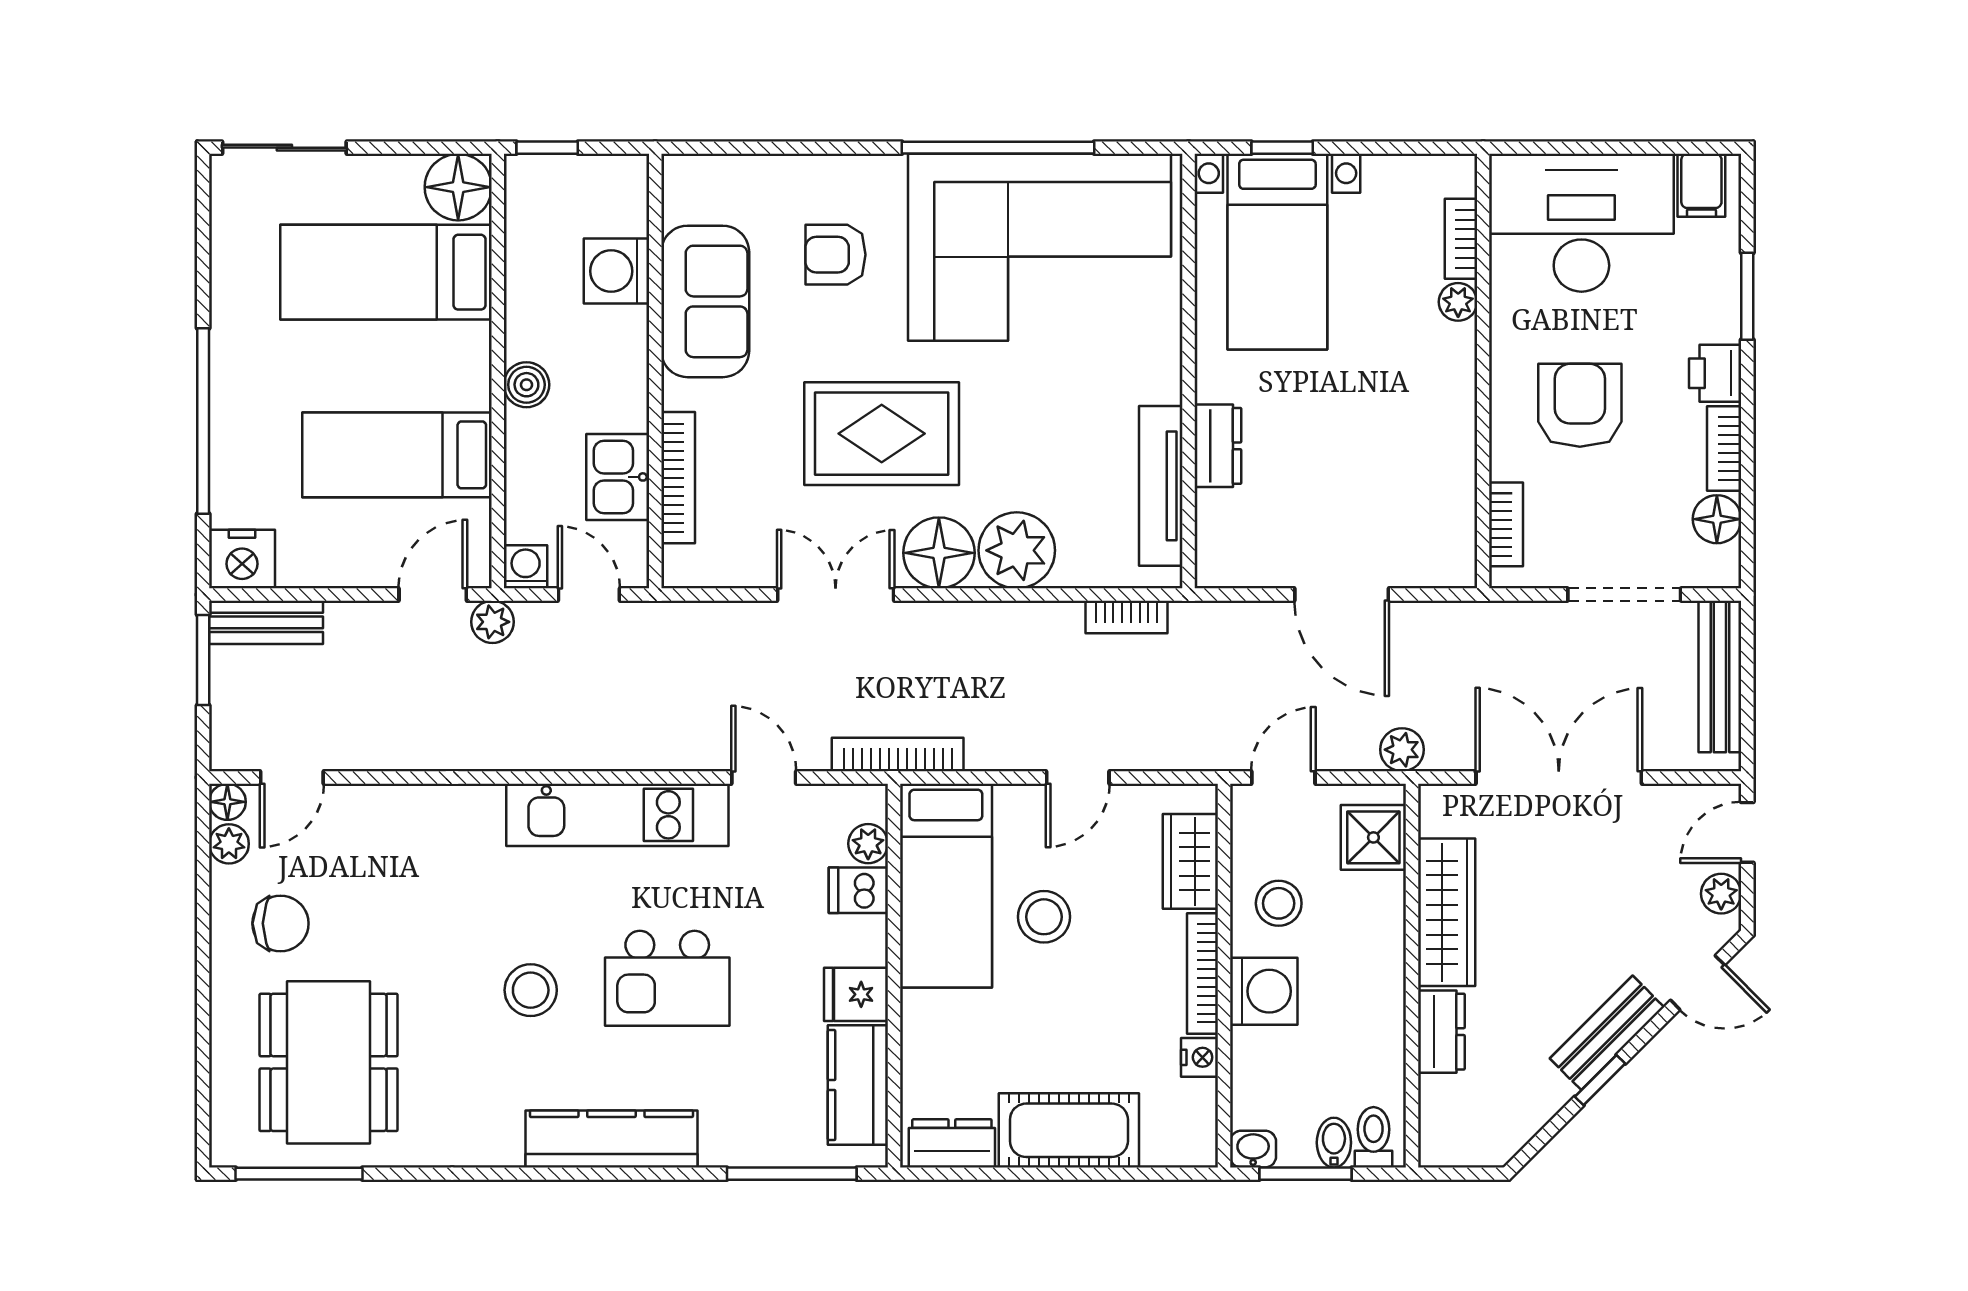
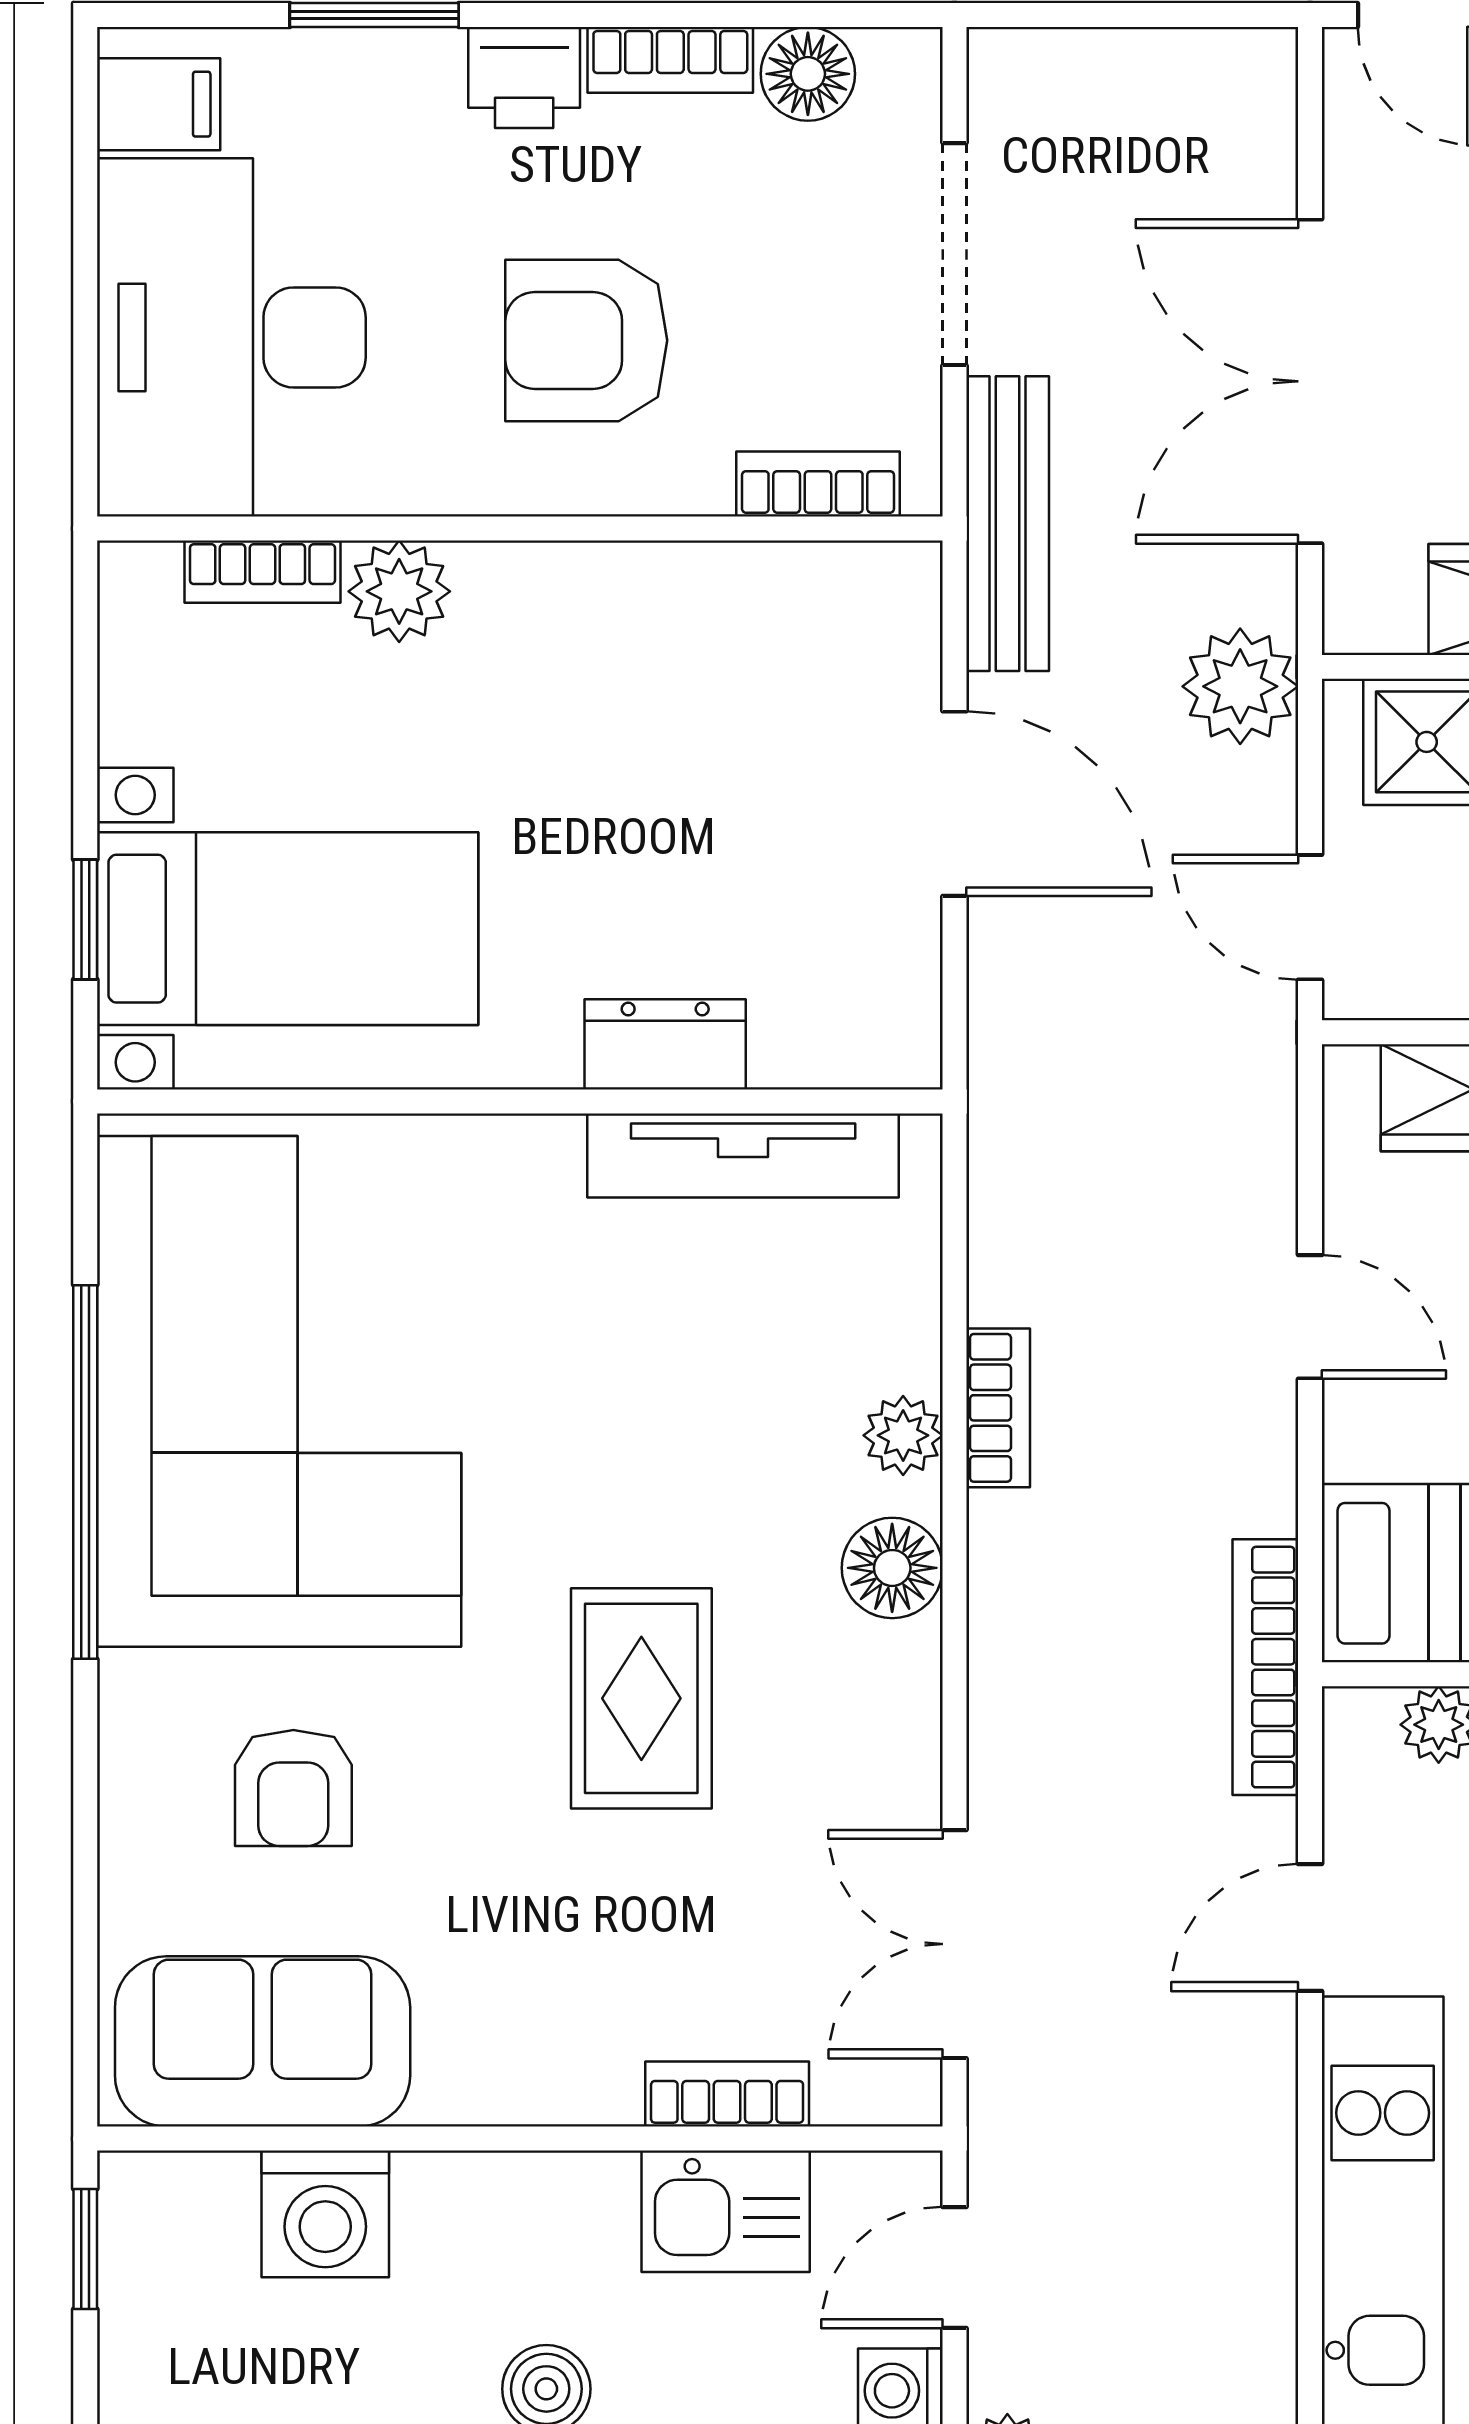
window: (547, 148) -> (85, 2249), moved
sofa: (705, 301) -> (263, 2041), moved
plant: (1458, 302) -> (399, 591), width x1.38, depth x1.38
rug: (882, 434) -> (641, 1698), width x0.73, depth x0.70
bookcase: (678, 478) -> (727, 2094), width x0.64
plant: (1017, 550) -> (903, 1435), width x0.53, depth x0.53
floor lamp: (939, 553) -> (892, 1568), width x0.73, depth x0.73
double door: (836, 595) -> (954, 1944), moved
door: (1342, 595) -> (954, 804), hinge flipped
bookcase: (1127, 617) -> (998, 1408), moved
bench: (1720, 677) -> (1008, 524), moved, turned 90
plant: (1402, 750) -> (1240, 686), width x1.38, depth x1.38

